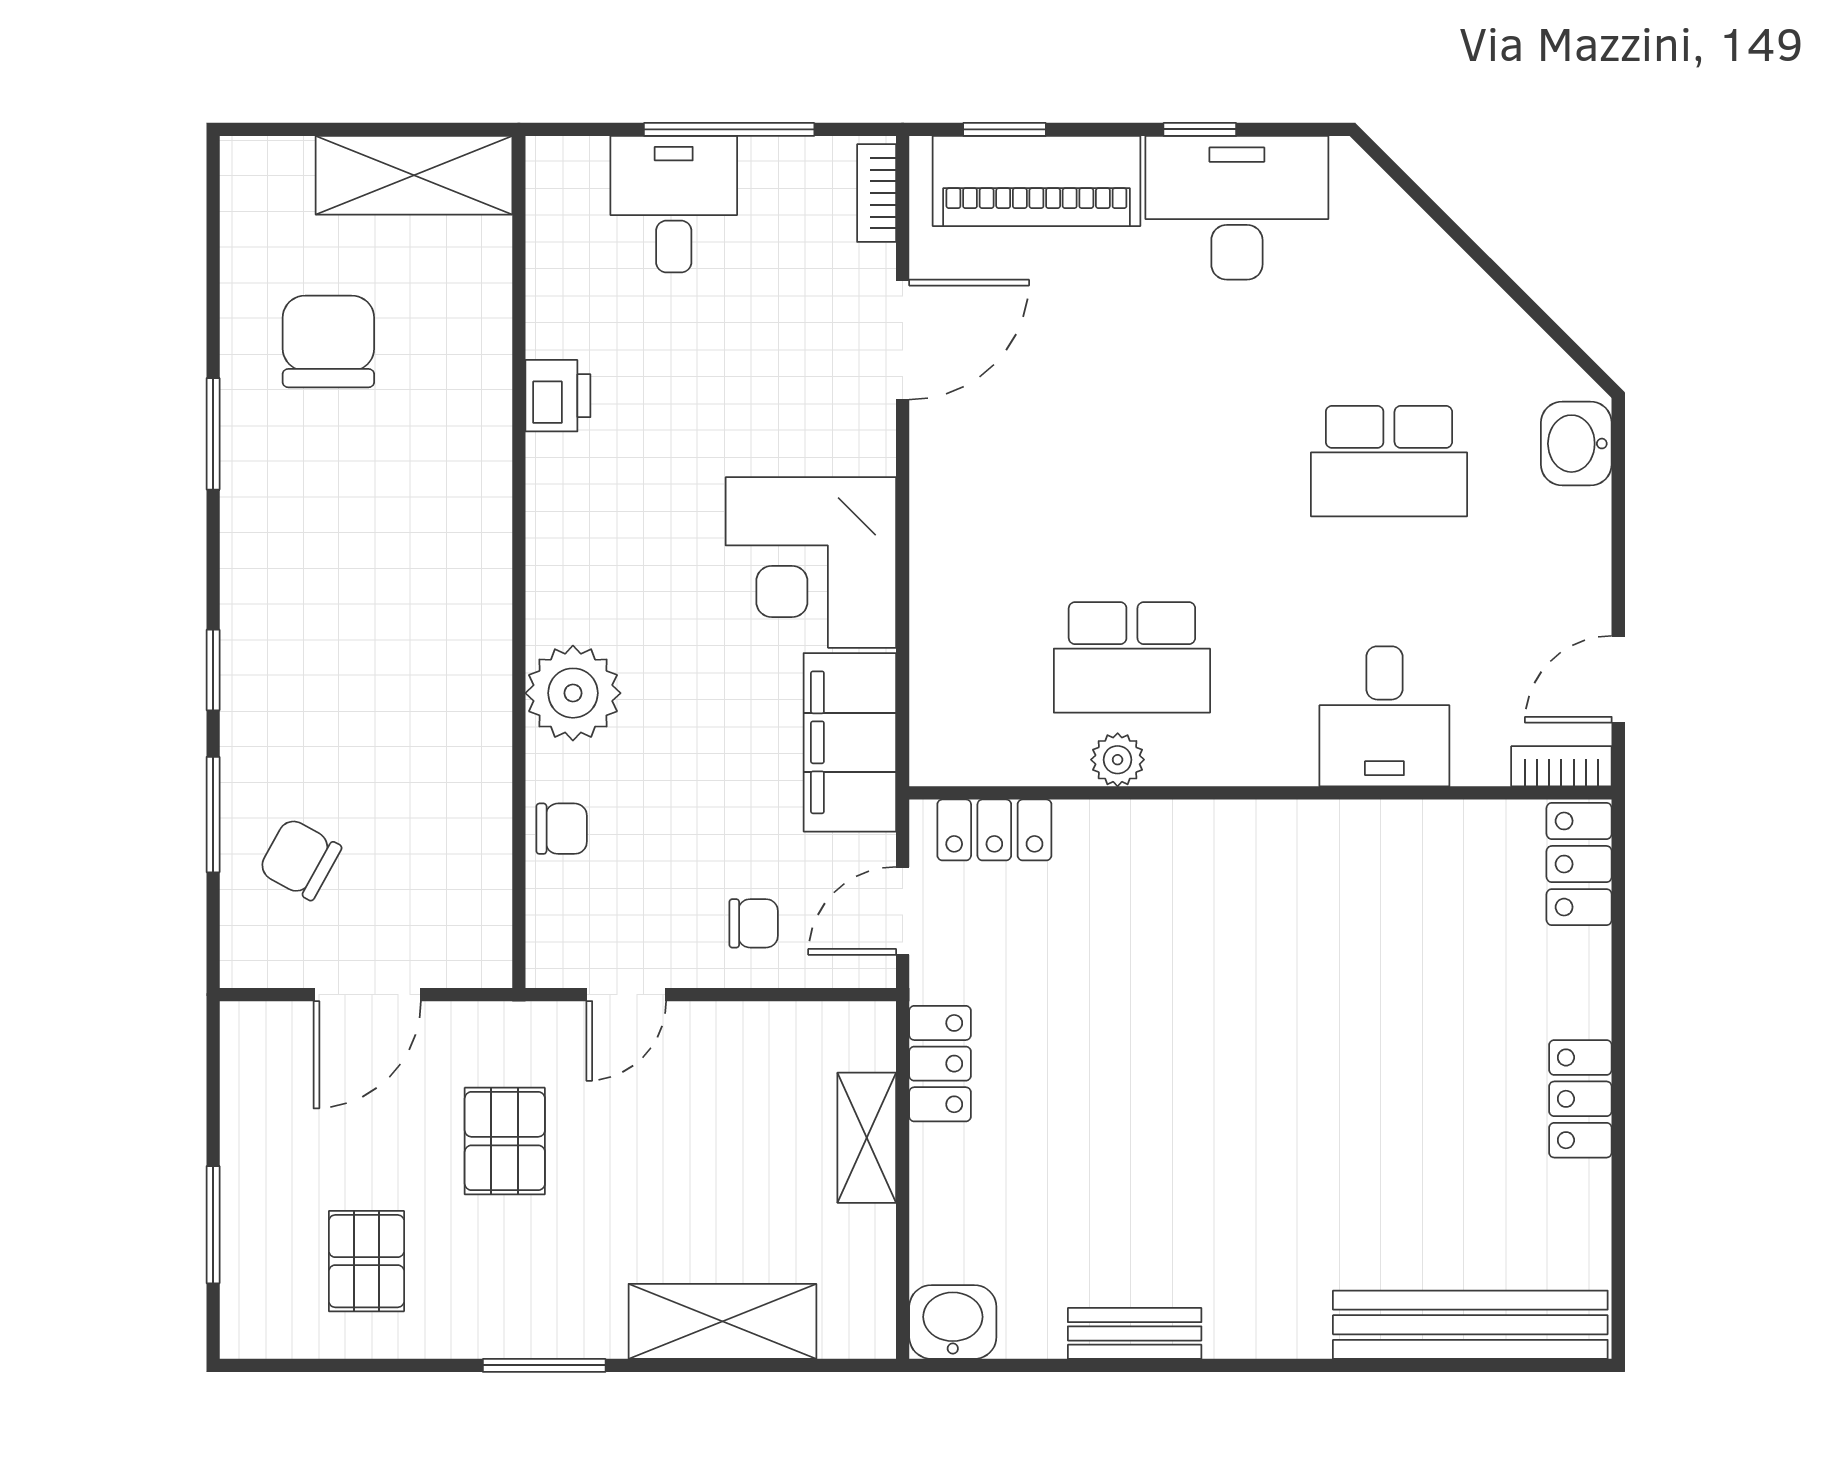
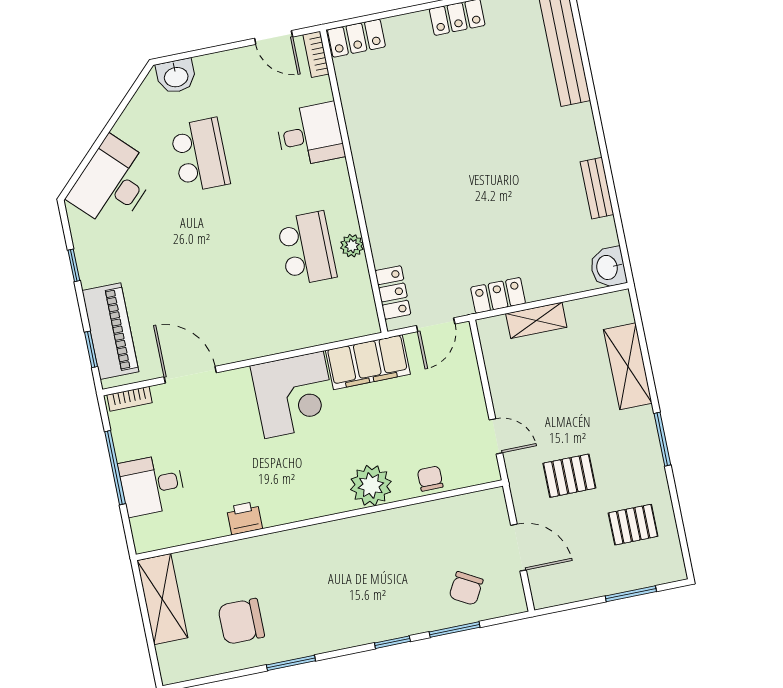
desk: (1237, 208) -> (113, 183), moved, turned 45
door: (903, 911) -> (436, 325), hinge flipped
chair: (754, 923) -> (454, 388), removed

